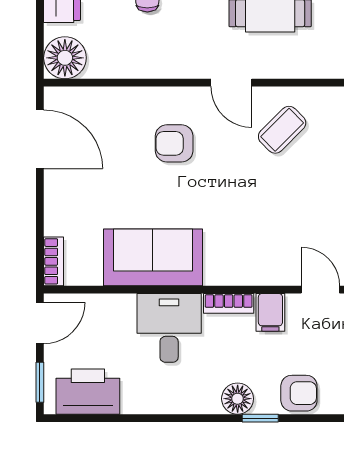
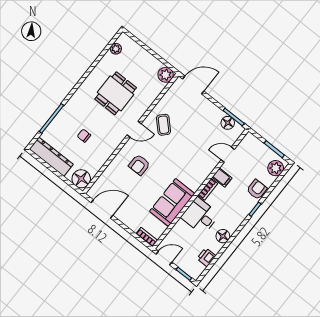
door: (40, 323) -> (164, 258), hinge flipped
printer: (88, 392) -> (206, 257), width x0.53, depth x0.68
floor lamp: (238, 399) -> (223, 236), moved

